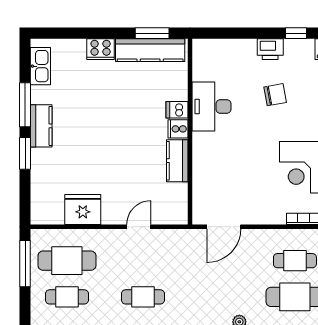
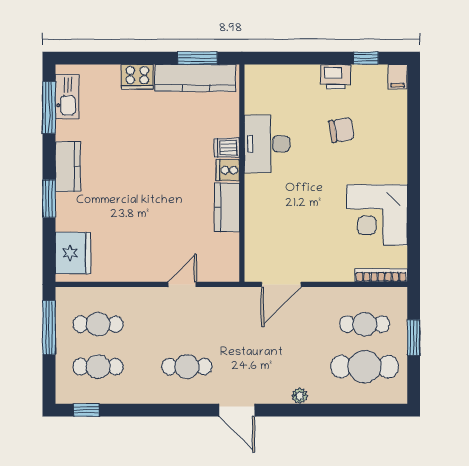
window: (25, 105) -> (49, 108), moved
fridge: (83, 209) -> (73, 253), moved, turned 90
cafe table: (67, 261) -> (98, 324), width x0.73, depth x0.74

